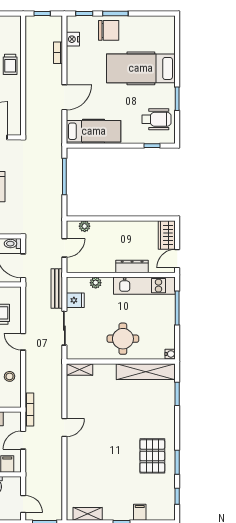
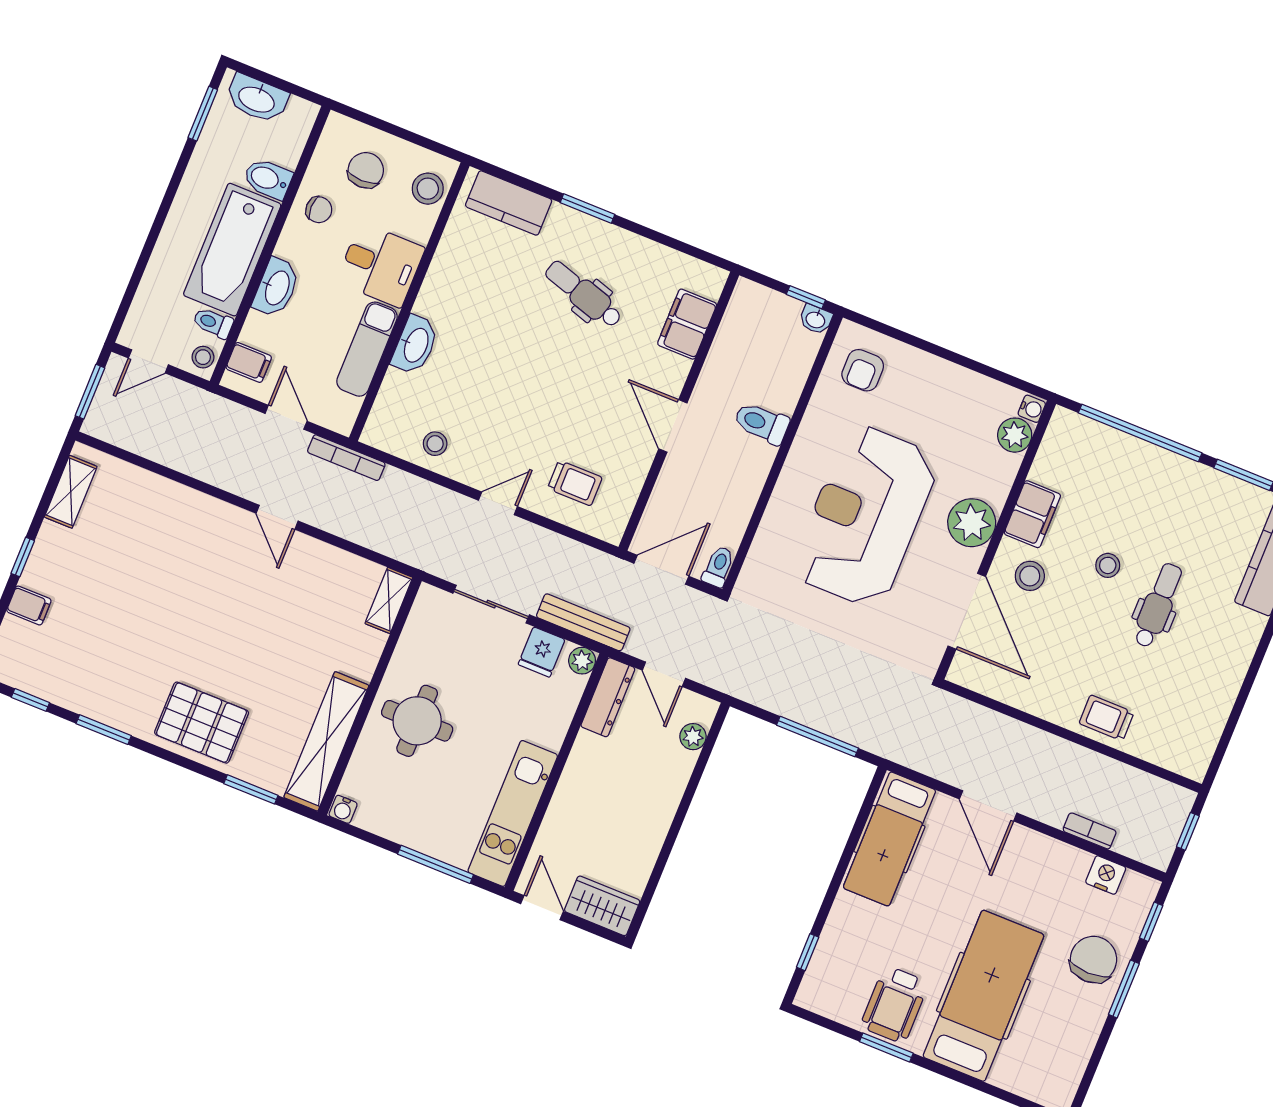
chair: (109, 30) -> (1093, 960), turned 180
wheelchair: (156, 119) -> (895, 1004), moved
dresser: (132, 266) -> (608, 697), moved
plant: (96, 283) -> (582, 661), moved
pallet: (152, 456) -> (202, 723), moved
stool: (13, 483) -> (203, 357), added

